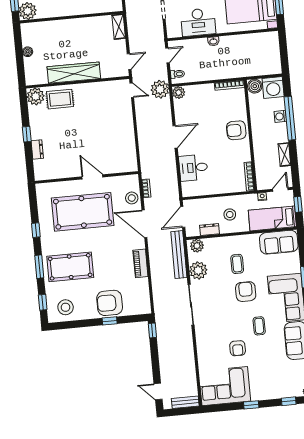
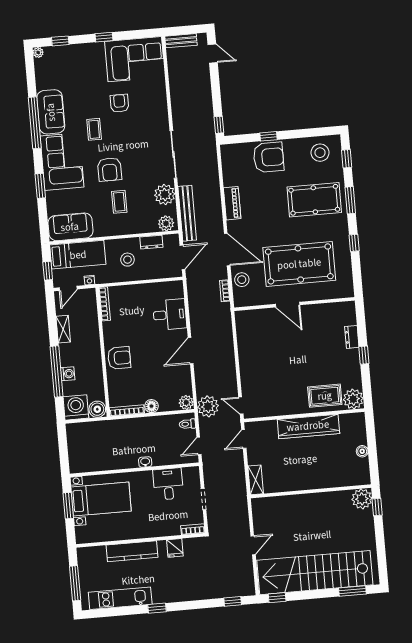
desk: (198, 22) -> (168, 484), width x0.73
floor lamp: (208, 89) -> (151, 406), added

